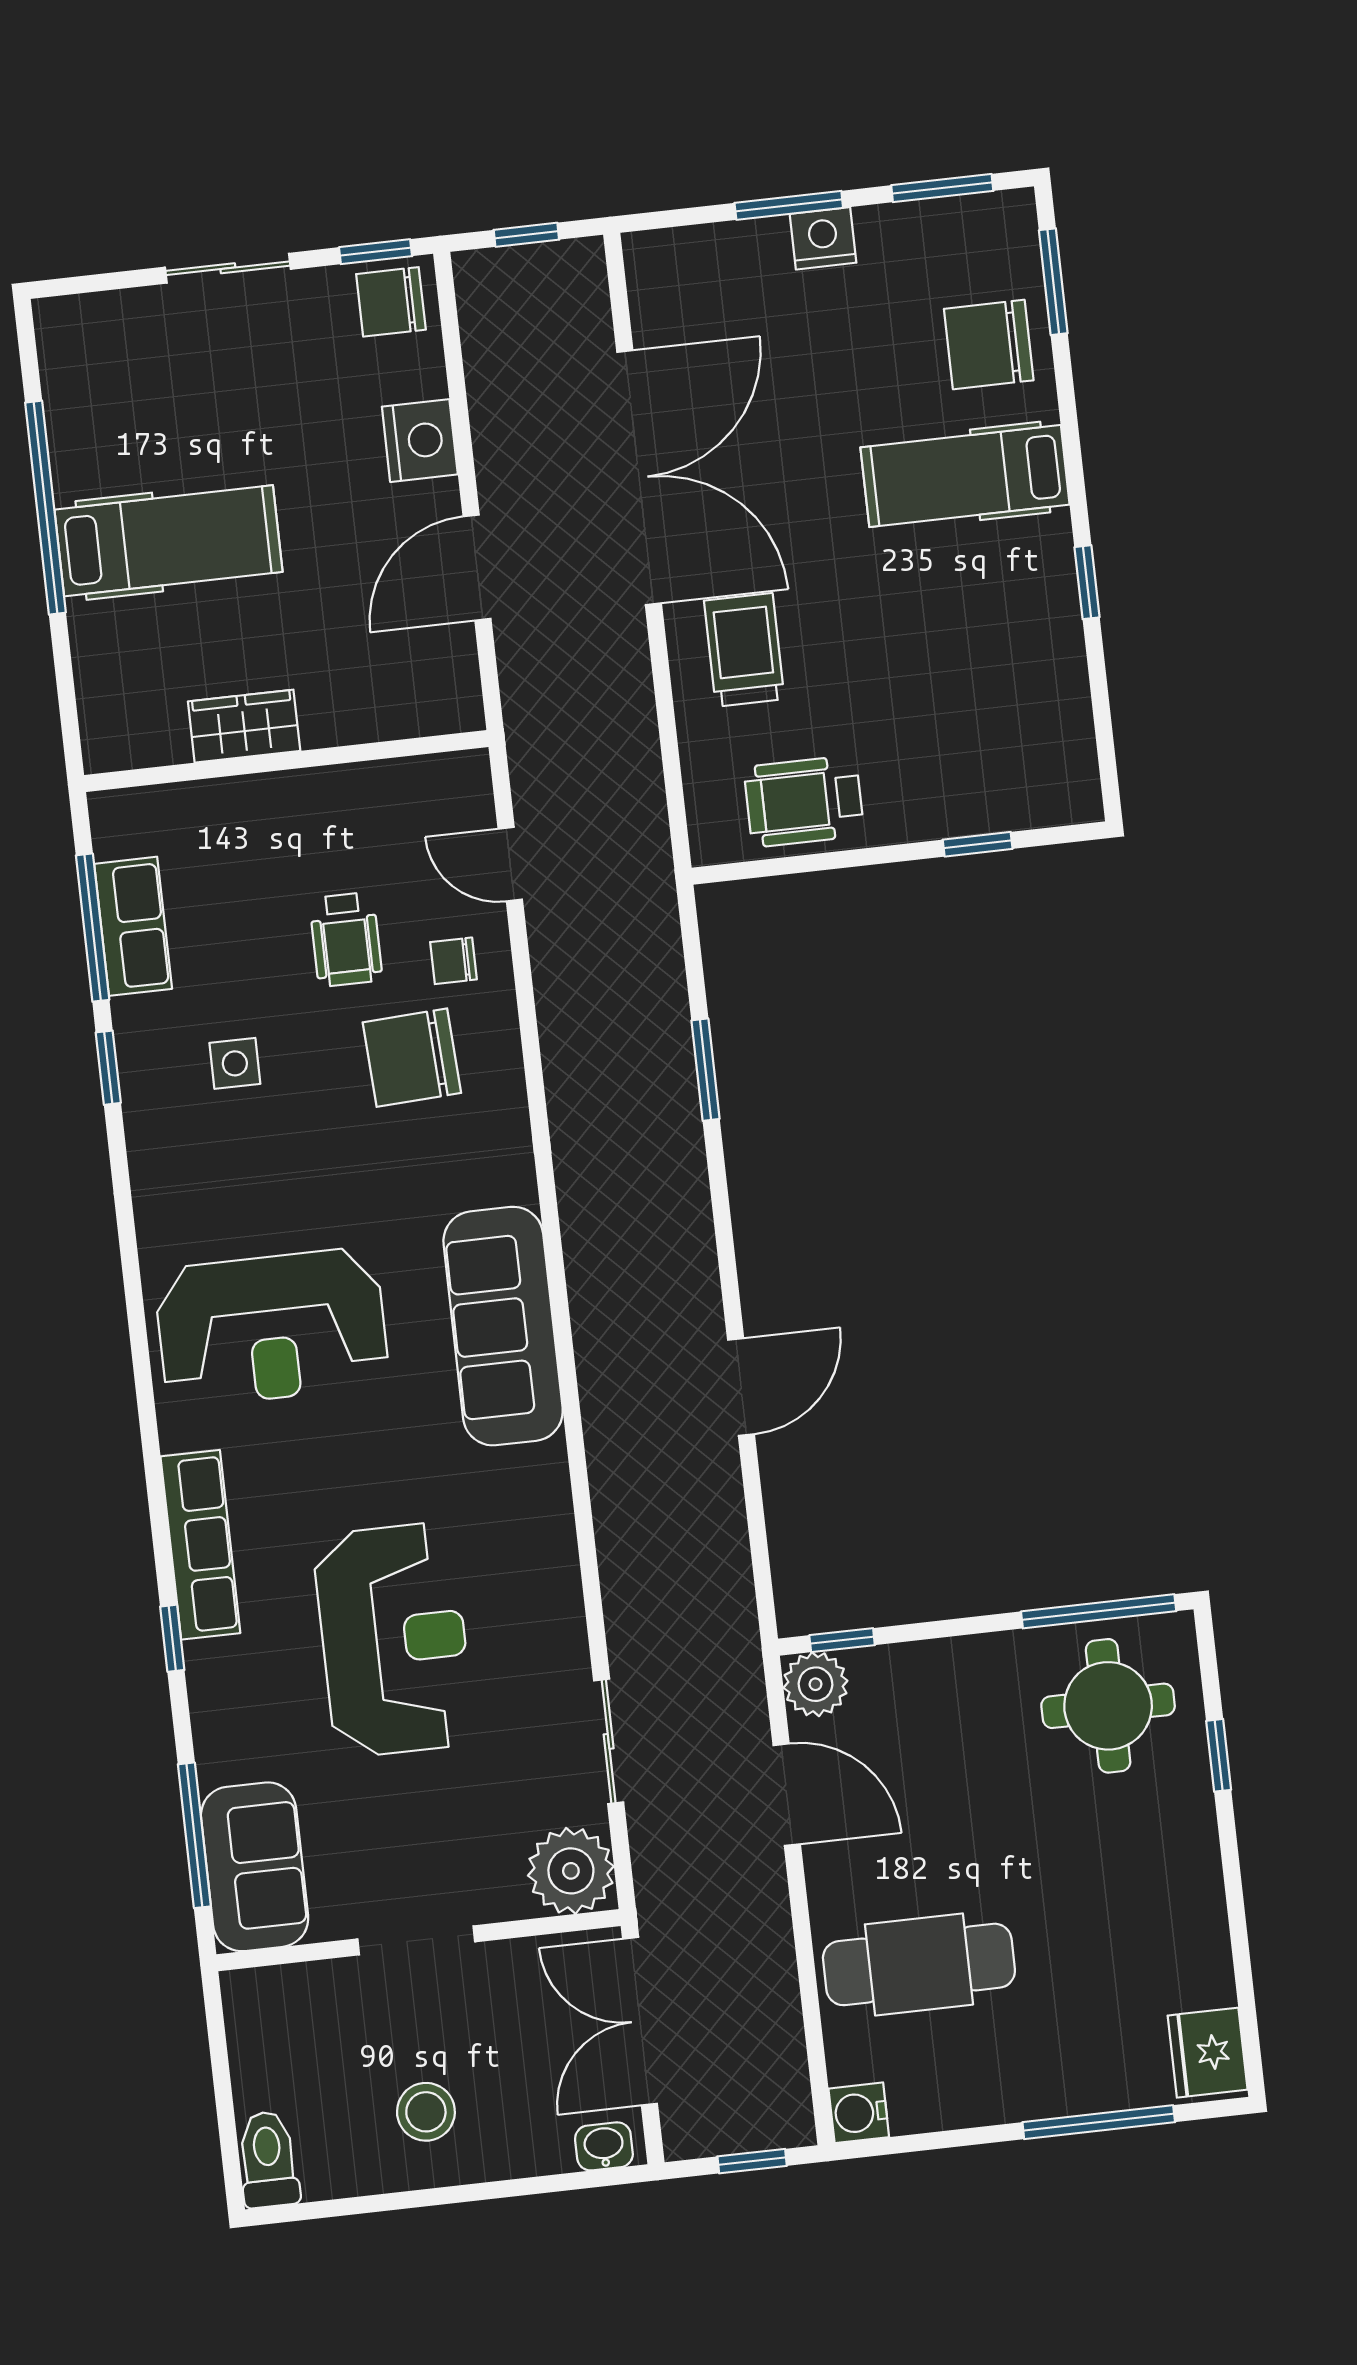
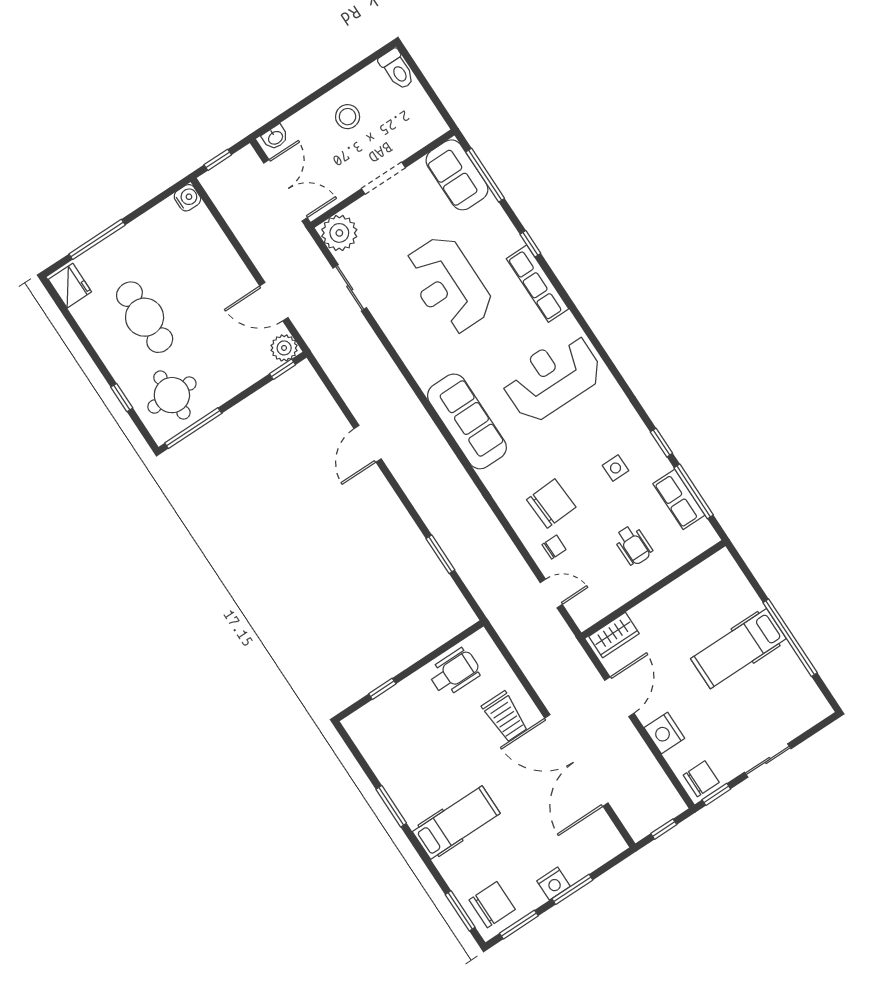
chair: (989, 345) -> (492, 905), moved
window: (1087, 582) -> (391, 806), width x1.50
wardrobe: (244, 726) -> (614, 635), moved
wheelchair: (346, 939) -> (633, 545), moved, turned 180
cafe table: (919, 1964) -> (145, 317), moved, turned 90

